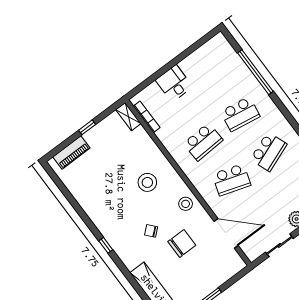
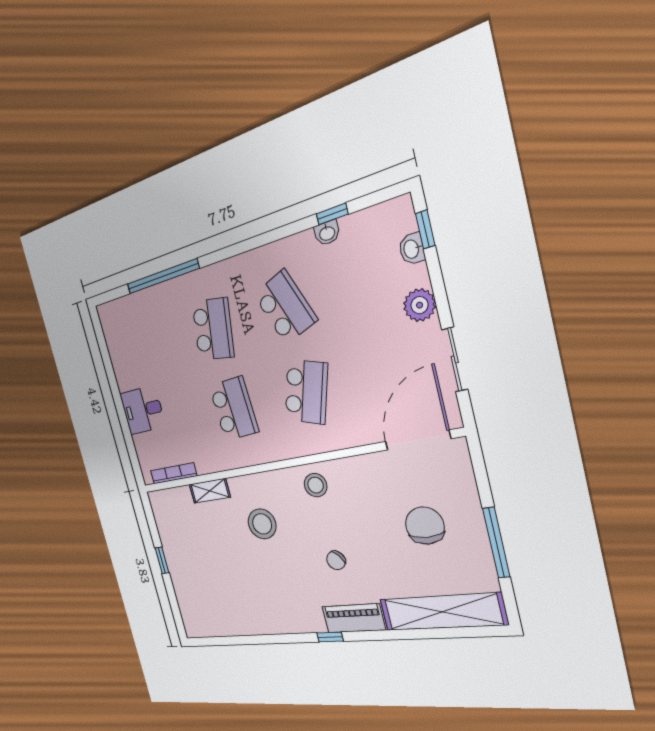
shelving: (128, 117) -> (210, 491), moved
piano: (71, 152) -> (353, 618), moved, turned -90
door: (226, 233) -> (418, 440), moved
chair: (182, 243) -> (425, 526), moved

